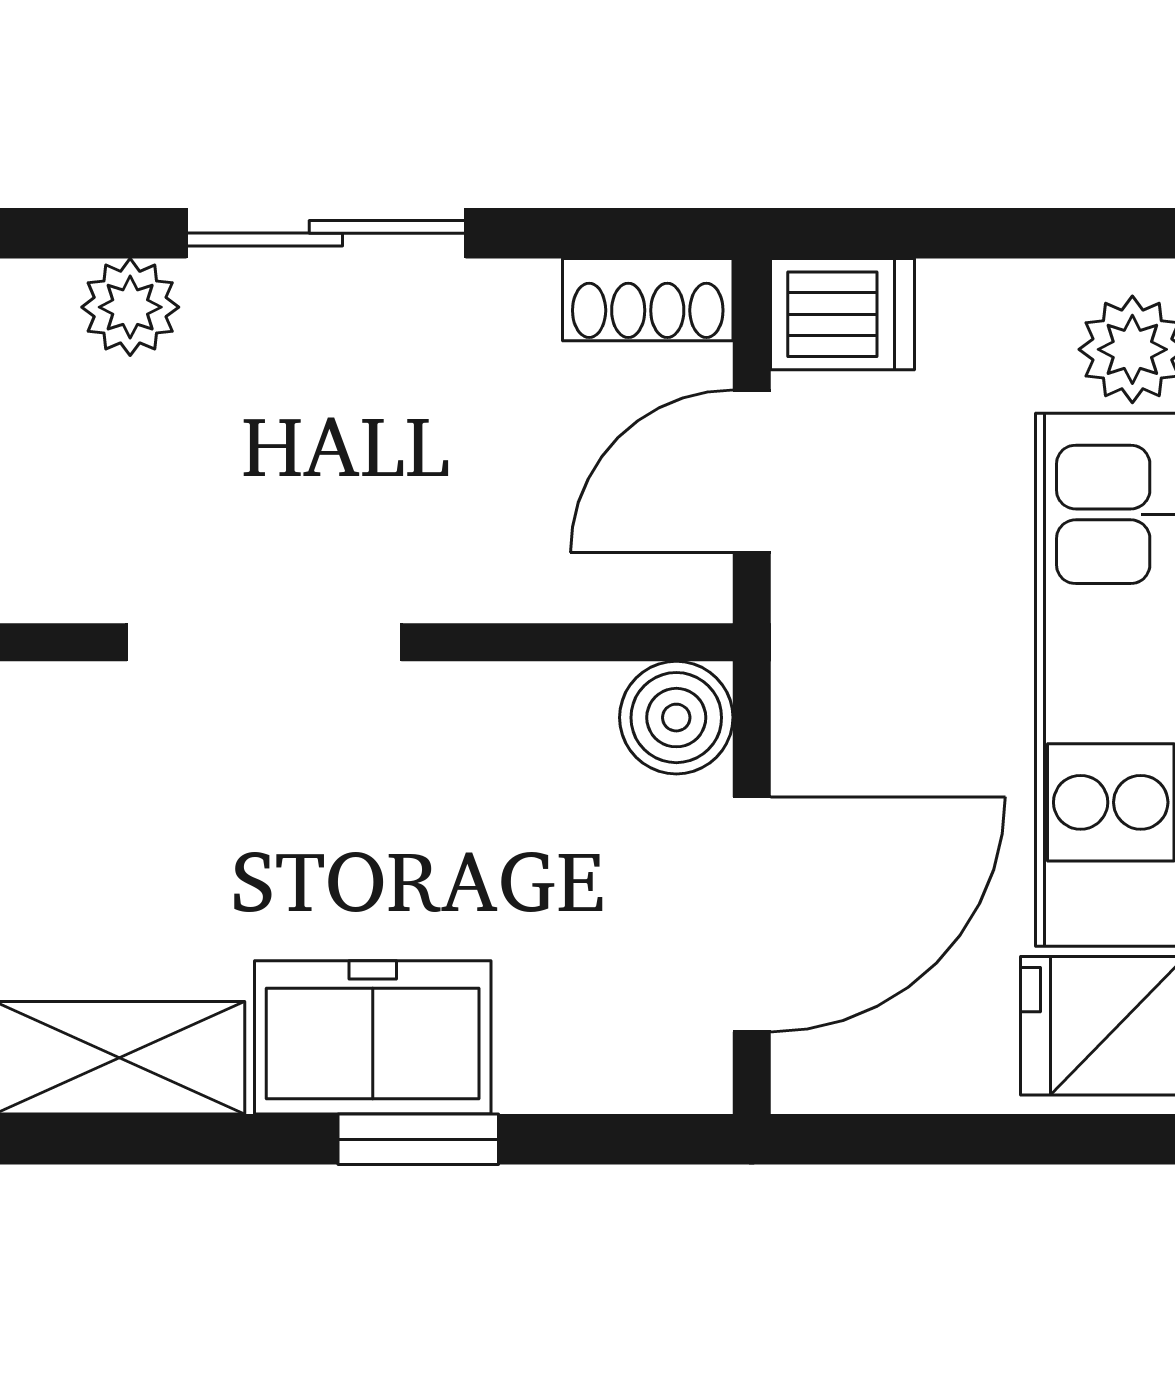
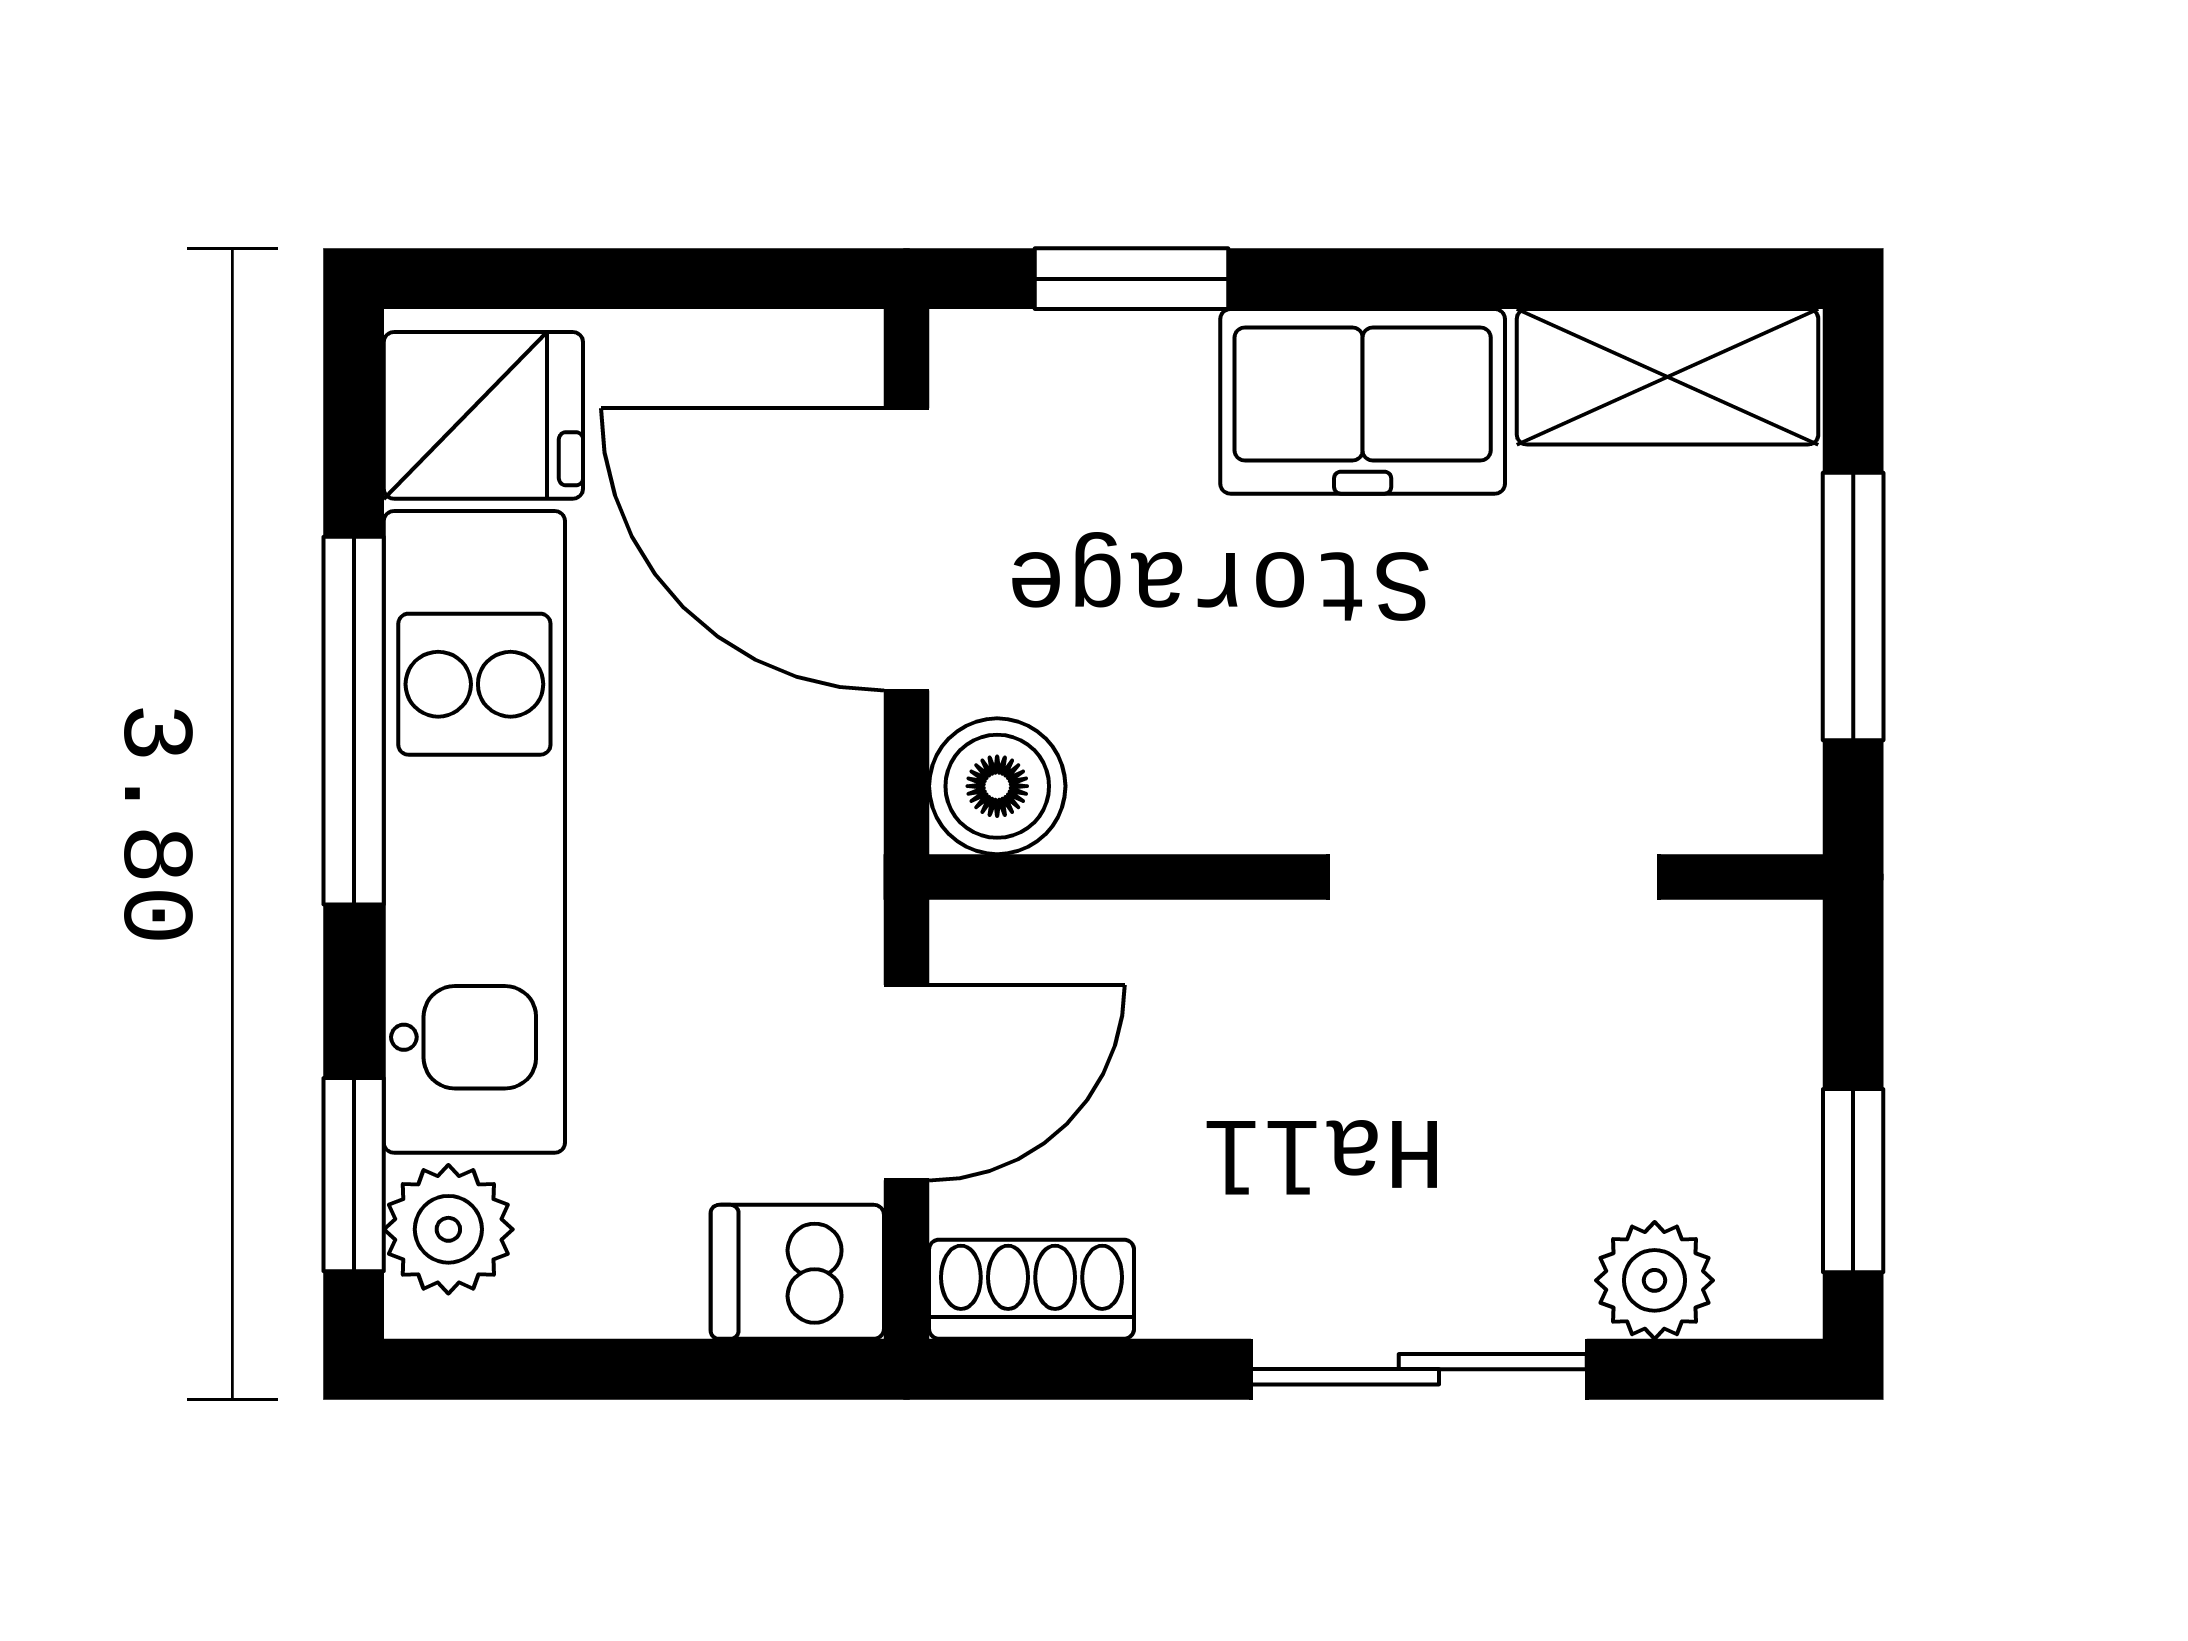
door: (752, 914) -> (907, 549), hinge flipped
window: (418, 1139) -> (1131, 279), moved

